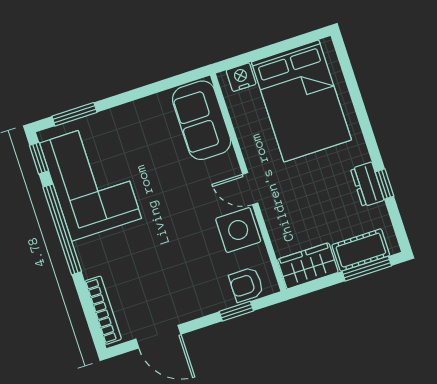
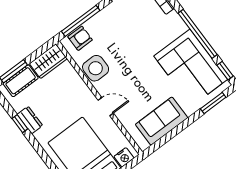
sofa: (202, 120) -> (162, 121), moved, turned -90
door: (250, 189) -> (106, 107), moved
window: (236, 311) -> (81, 21), width x2.17

